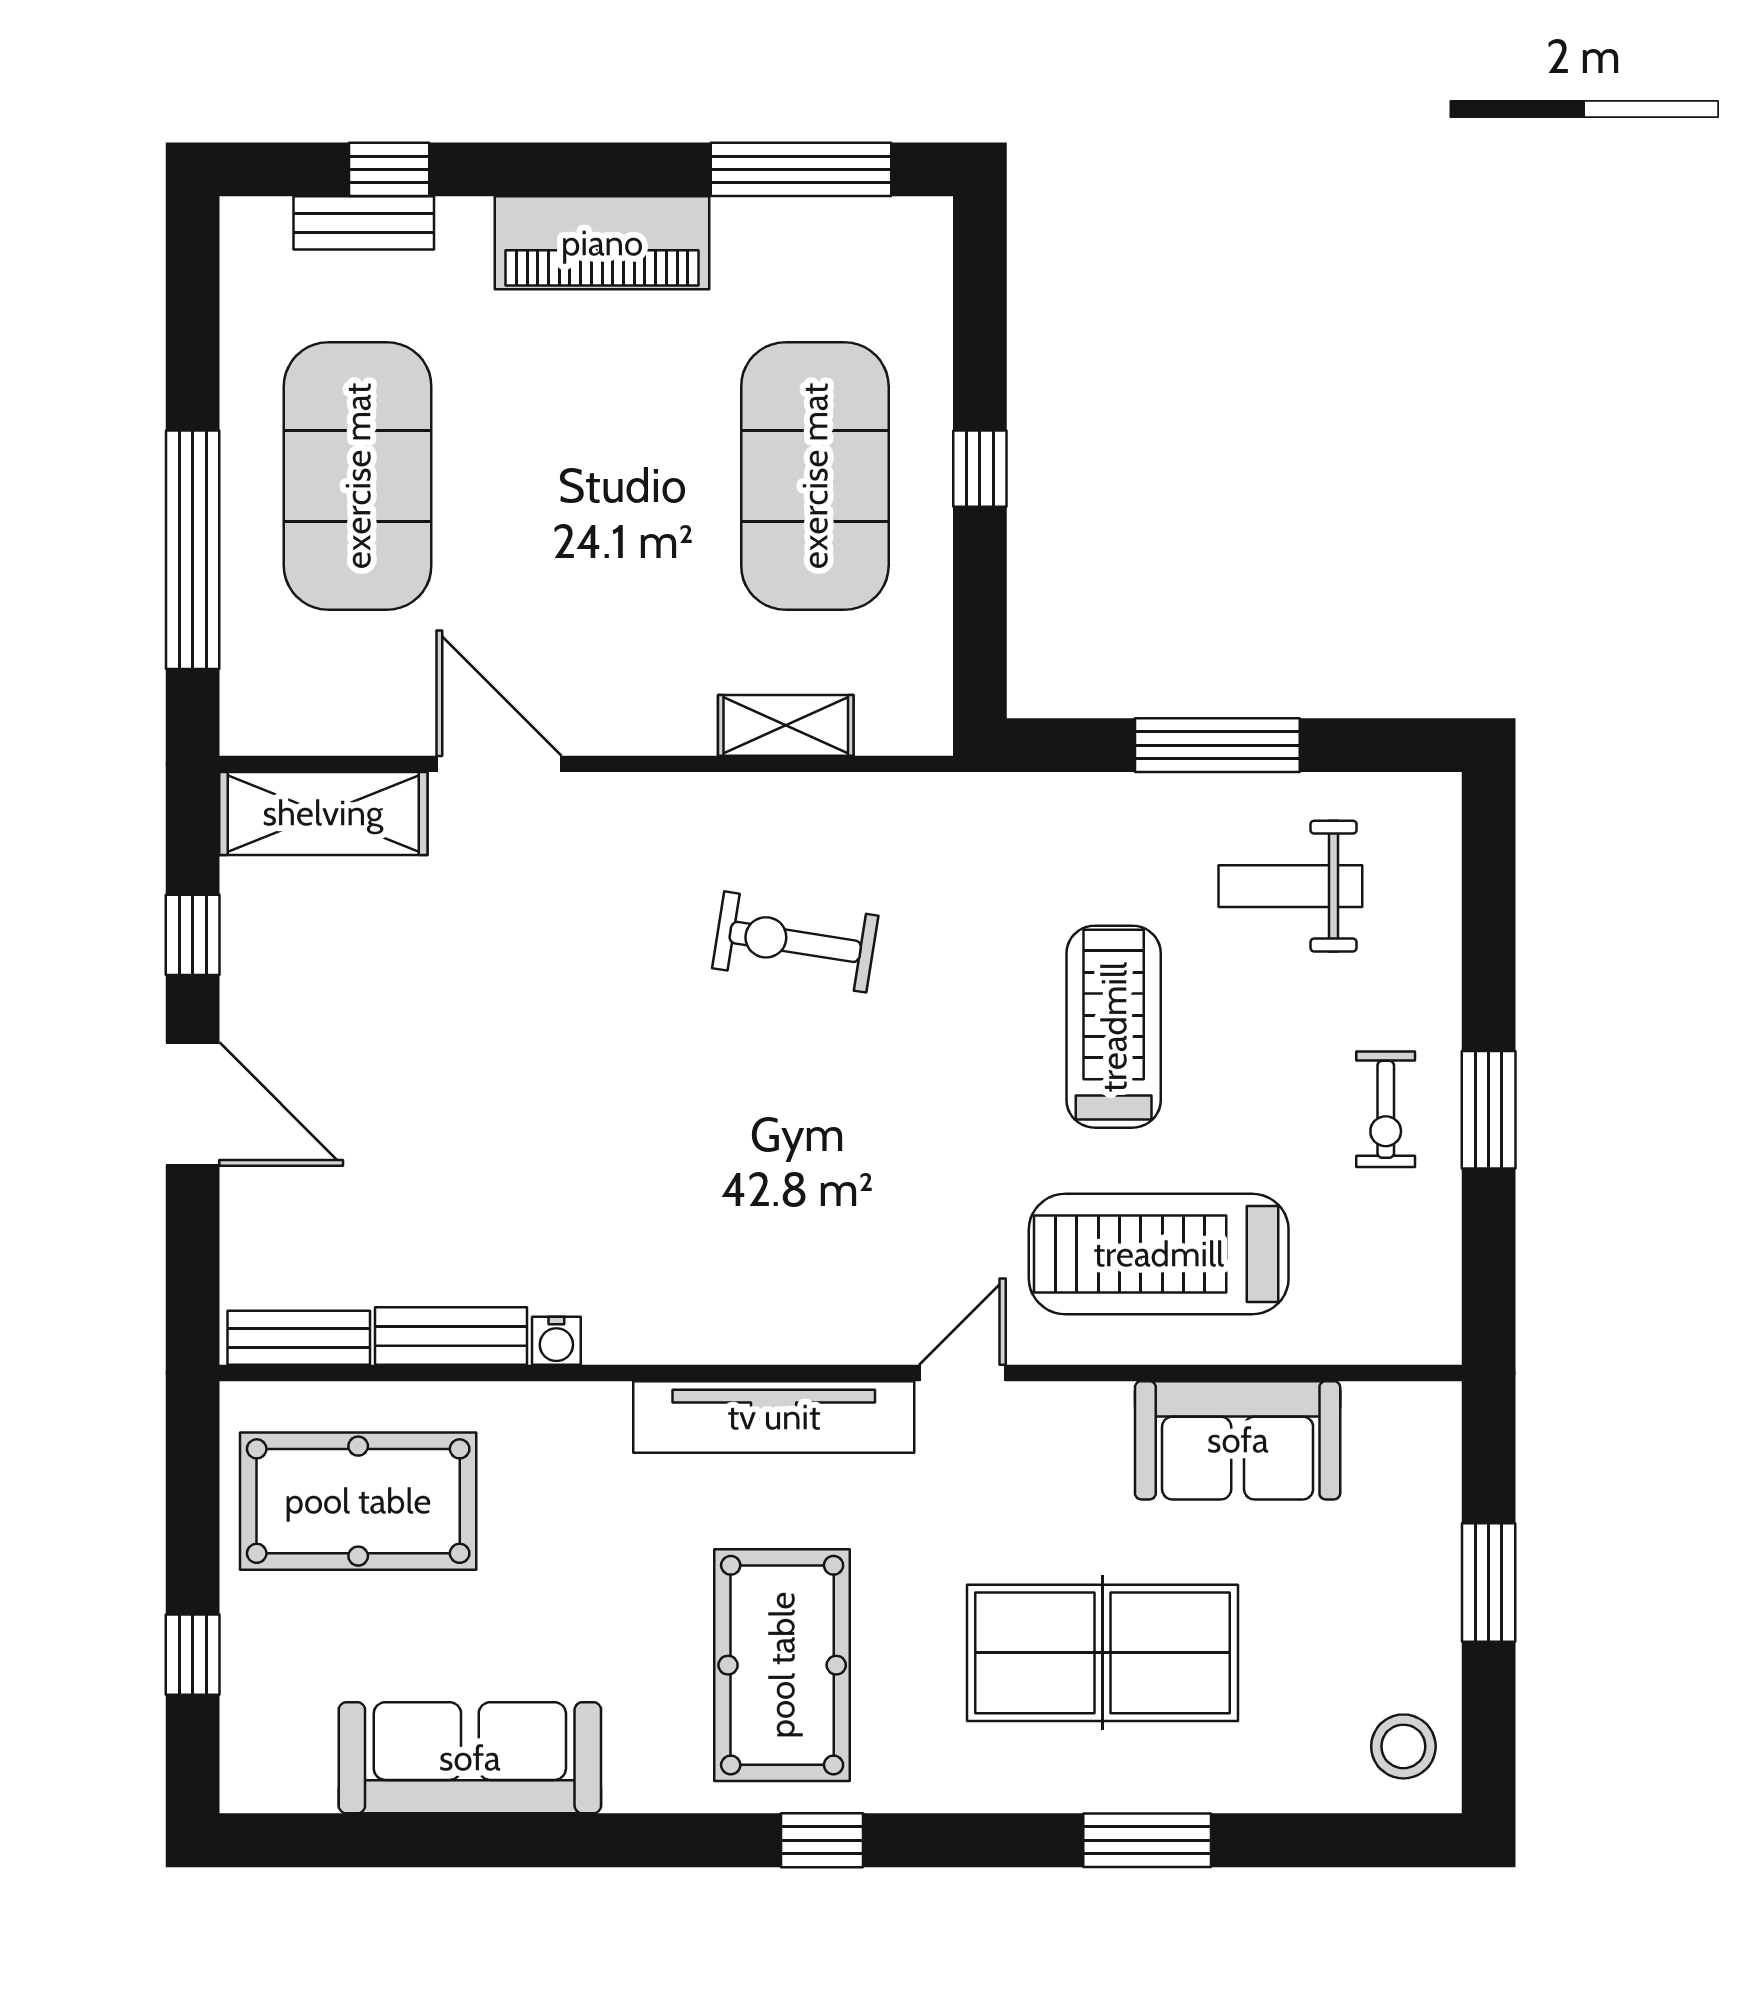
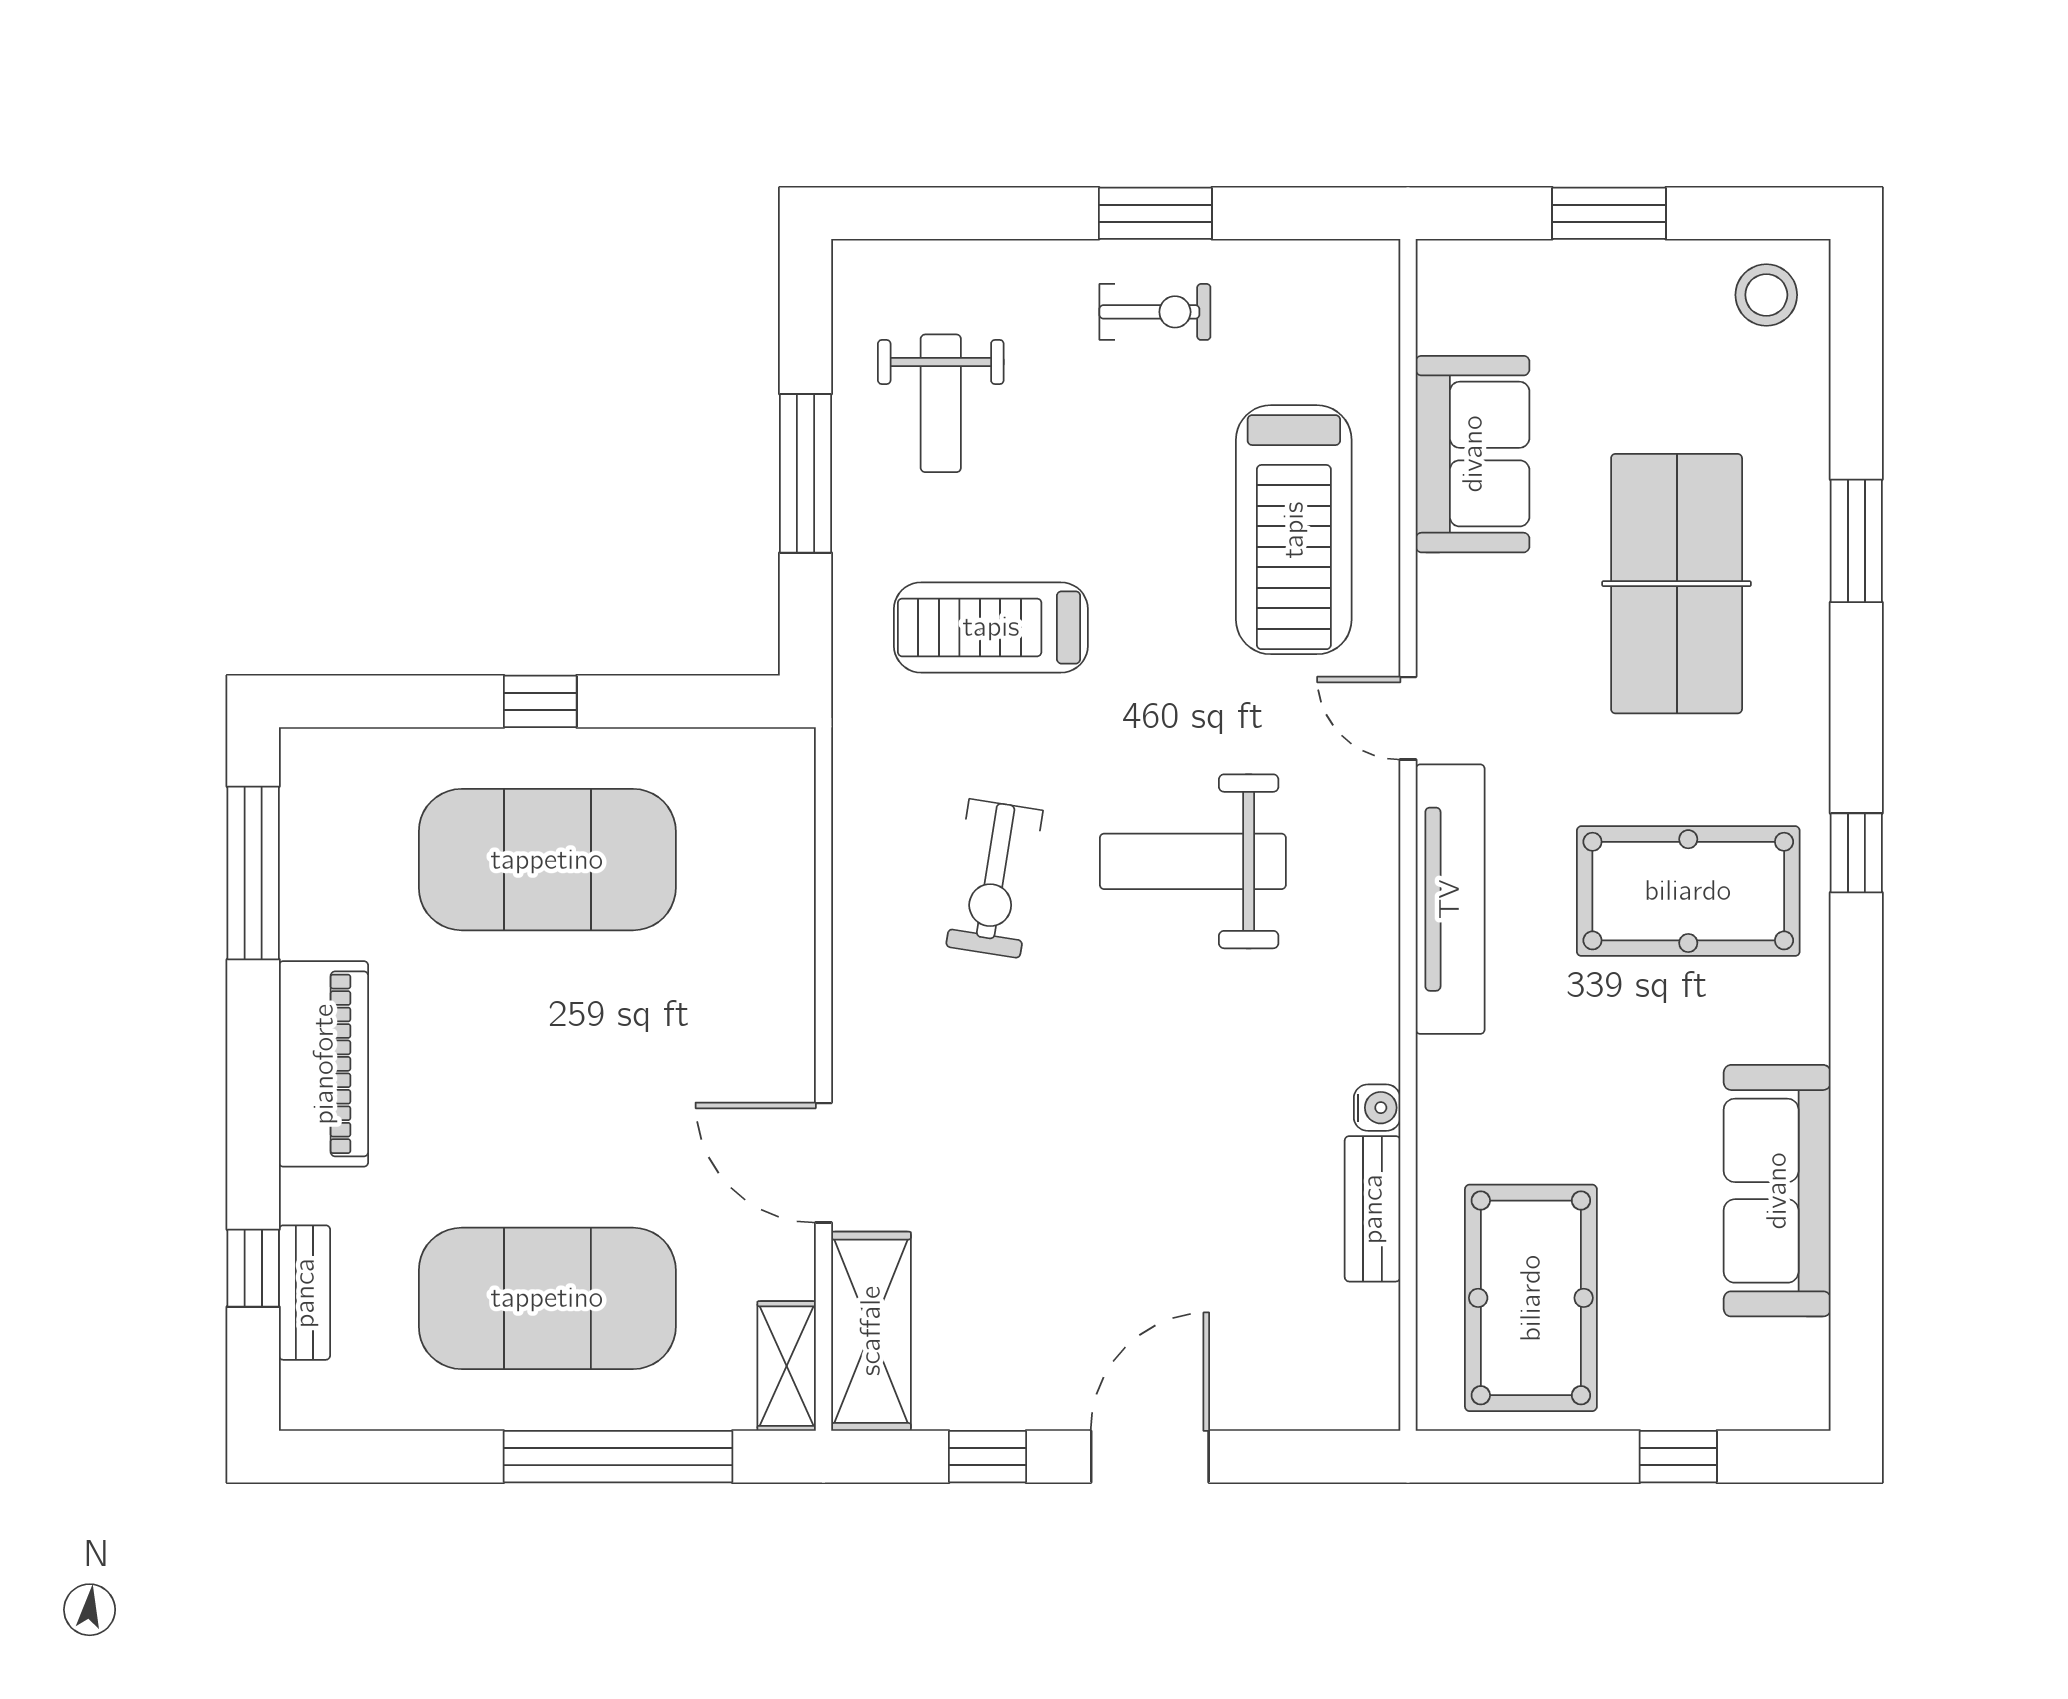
shelving: (786, 725) -> (787, 1366), moved
door: (499, 764) -> (824, 1163), hinge flipped
treadmill: (1114, 1027) -> (991, 627), moved
weight bench: (813, 1149) -> (1193, 861), added
bench: (299, 1338) -> (1374, 1355), removed

